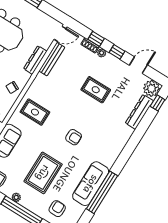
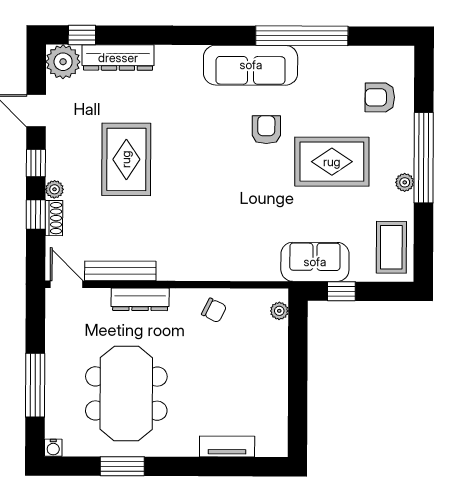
rug: (96, 90) -> (126, 159), width x1.36, depth x1.43
rug: (35, 112) -> (233, 243), removed
armchair: (74, 137) -> (266, 130), moved
sofa: (91, 184) -> (251, 65), moved

